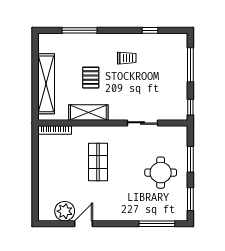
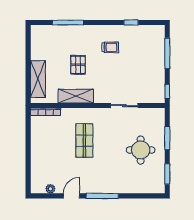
shelving: (46, 84) -> (38, 79), width x0.68
plant: (65, 211) -> (50, 189), width x0.53, depth x0.53
window: (157, 224) -> (102, 196), moved

